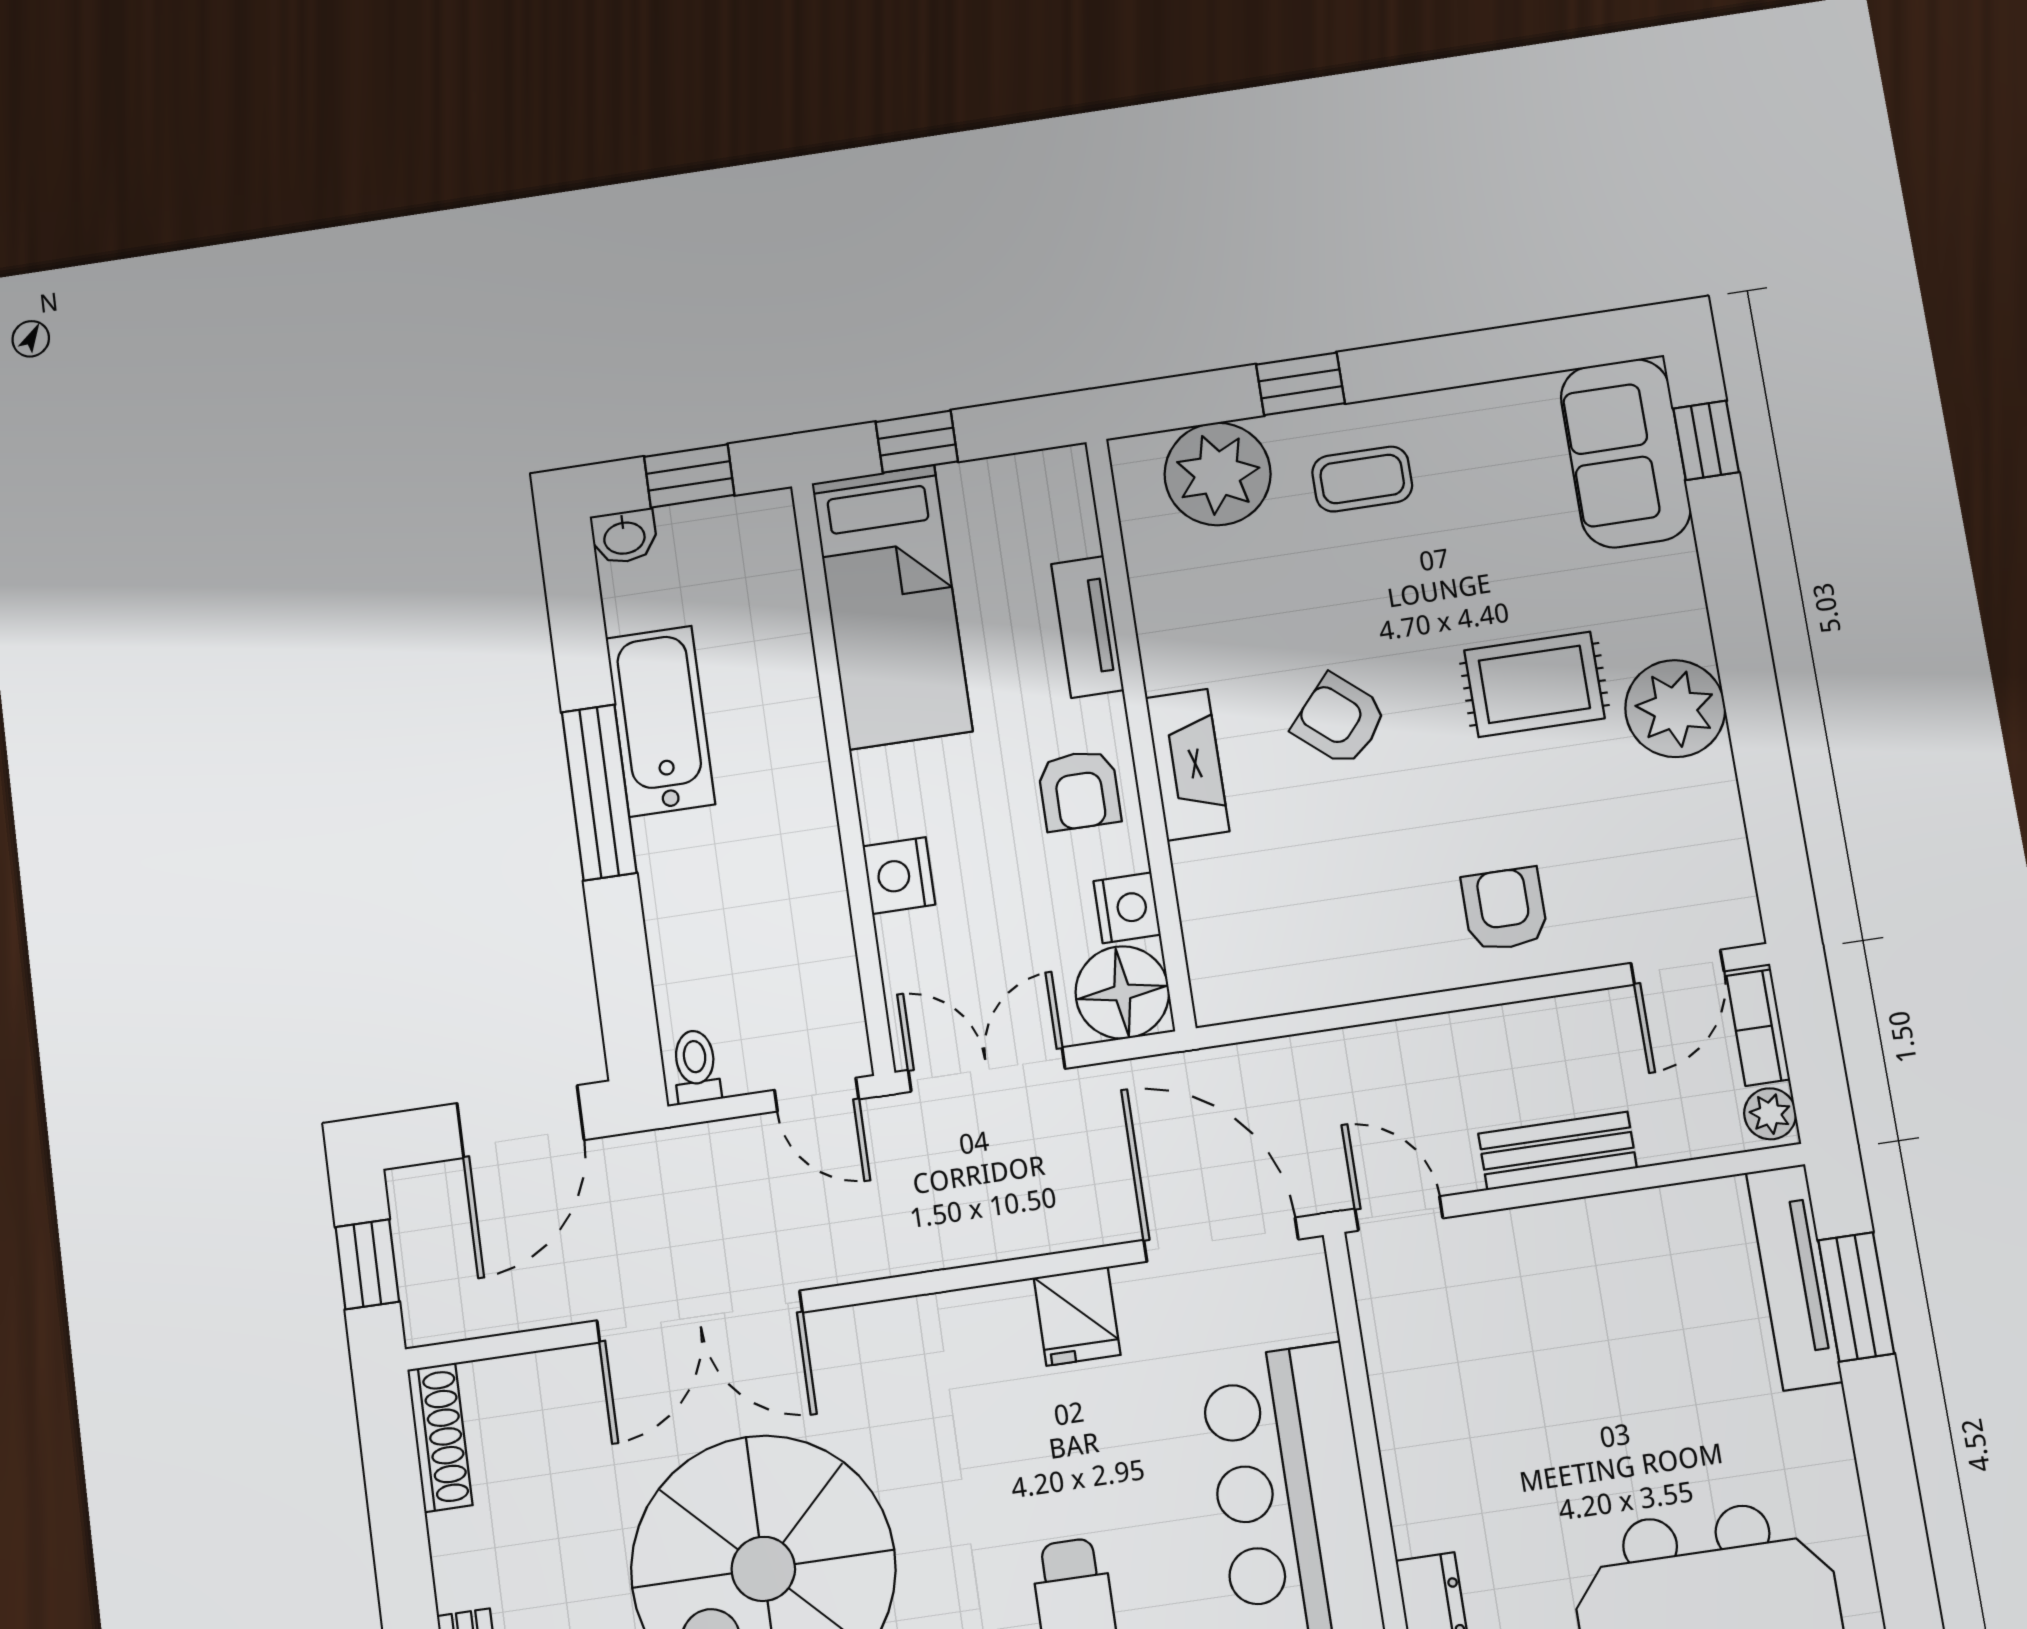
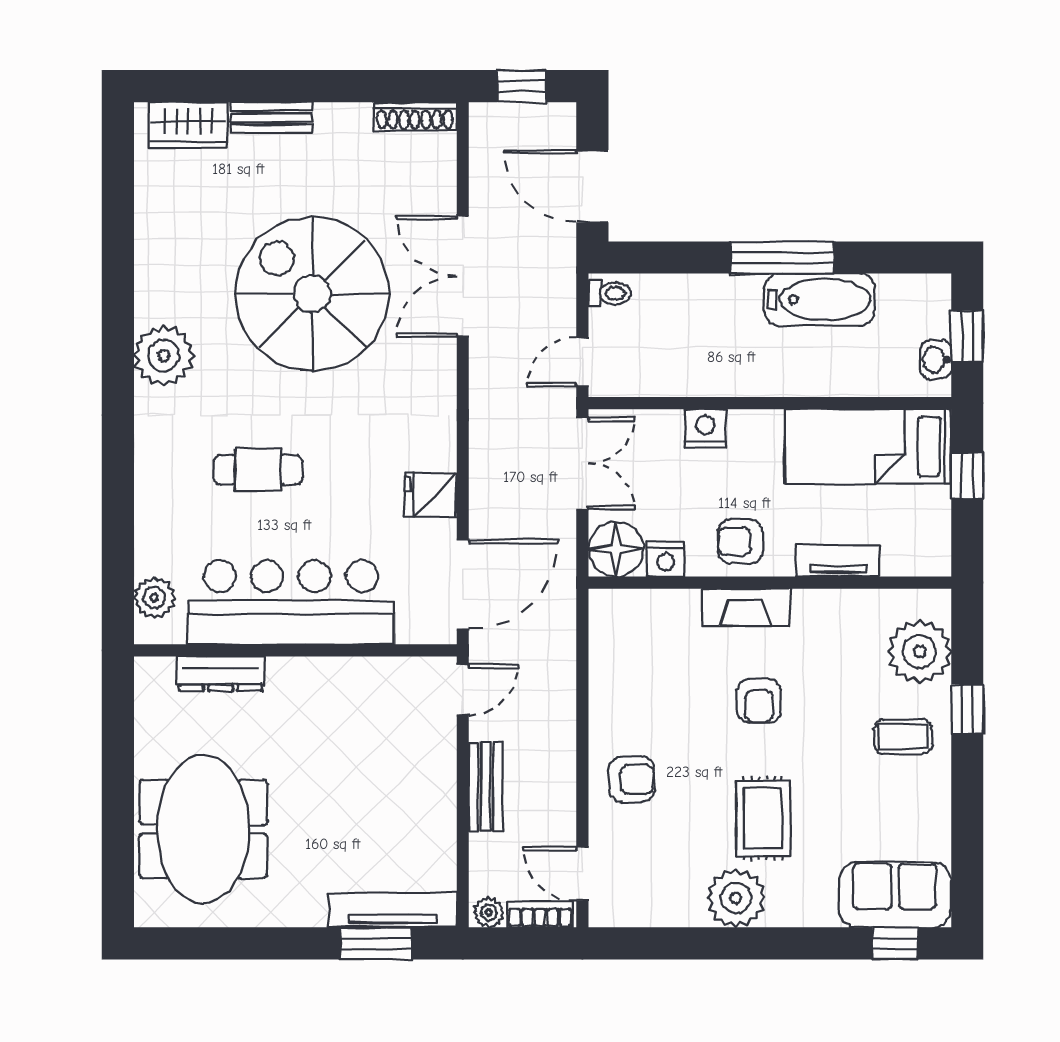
coffee table: (1362, 479) -> (903, 737), turned 90
washbasin: (624, 537) -> (936, 360), moved
armchair: (1340, 720) -> (759, 701), turned 139

